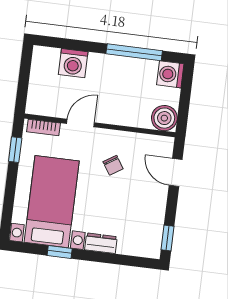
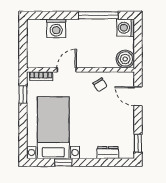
chair: (113, 165) -> (100, 85), moved
dresser: (101, 243) -> (108, 153), moved

